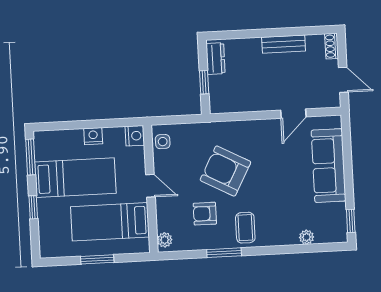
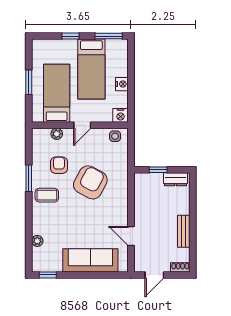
plant: (165, 240) -> (57, 134), moved

